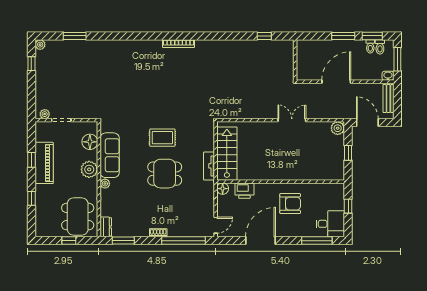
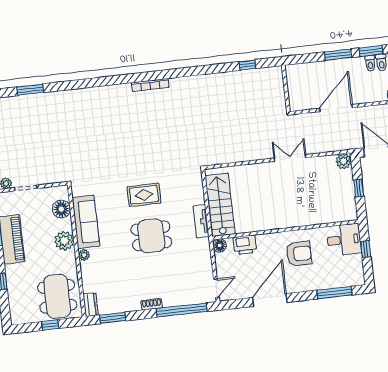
desk: (330, 224) -> (344, 240), moved

